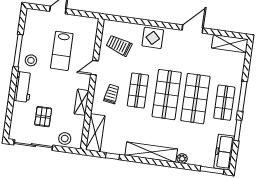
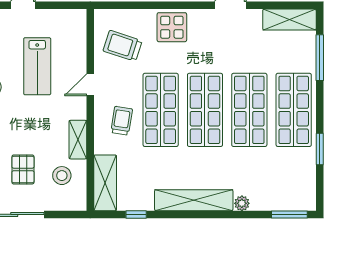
shop shelf: (138, 90) -> (161, 110), width x1.43, depth x1.36
window: (242, 96) -> (320, 58), moved
shop shelf: (224, 103) -> (294, 110), width x1.43, depth x1.36
stool: (65, 139) -> (62, 176), moved
freezer: (224, 152) -> (304, 185), removed

